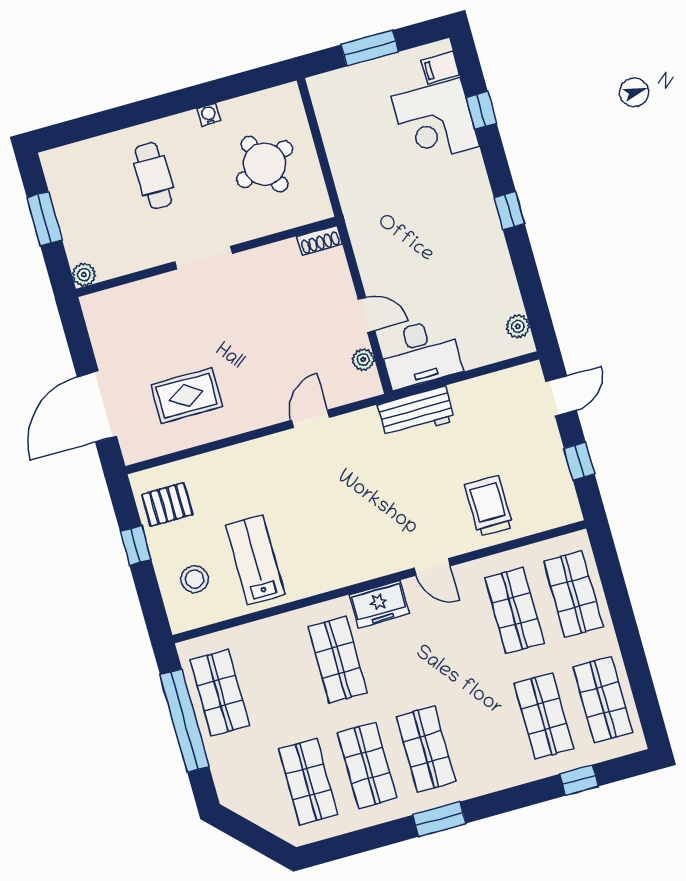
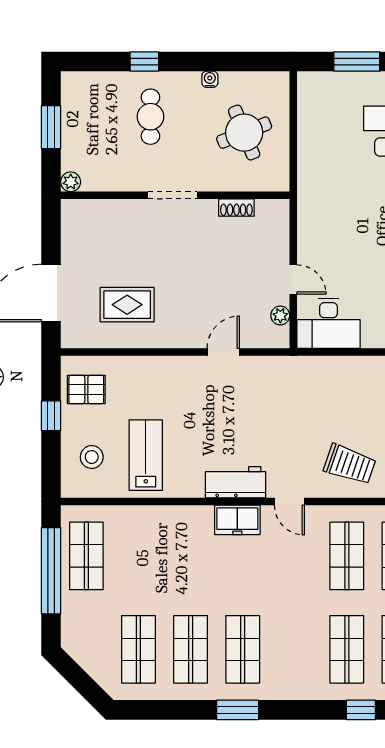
window: (129, 115) -> (144, 62), added
shoe rack: (320, 240) -> (236, 208), moved
workbench: (416, 413) -> (236, 482), moved, turned 180
trolley: (489, 506) -> (350, 464), turned 109
shop shelf: (338, 660) -> (191, 556), removed

